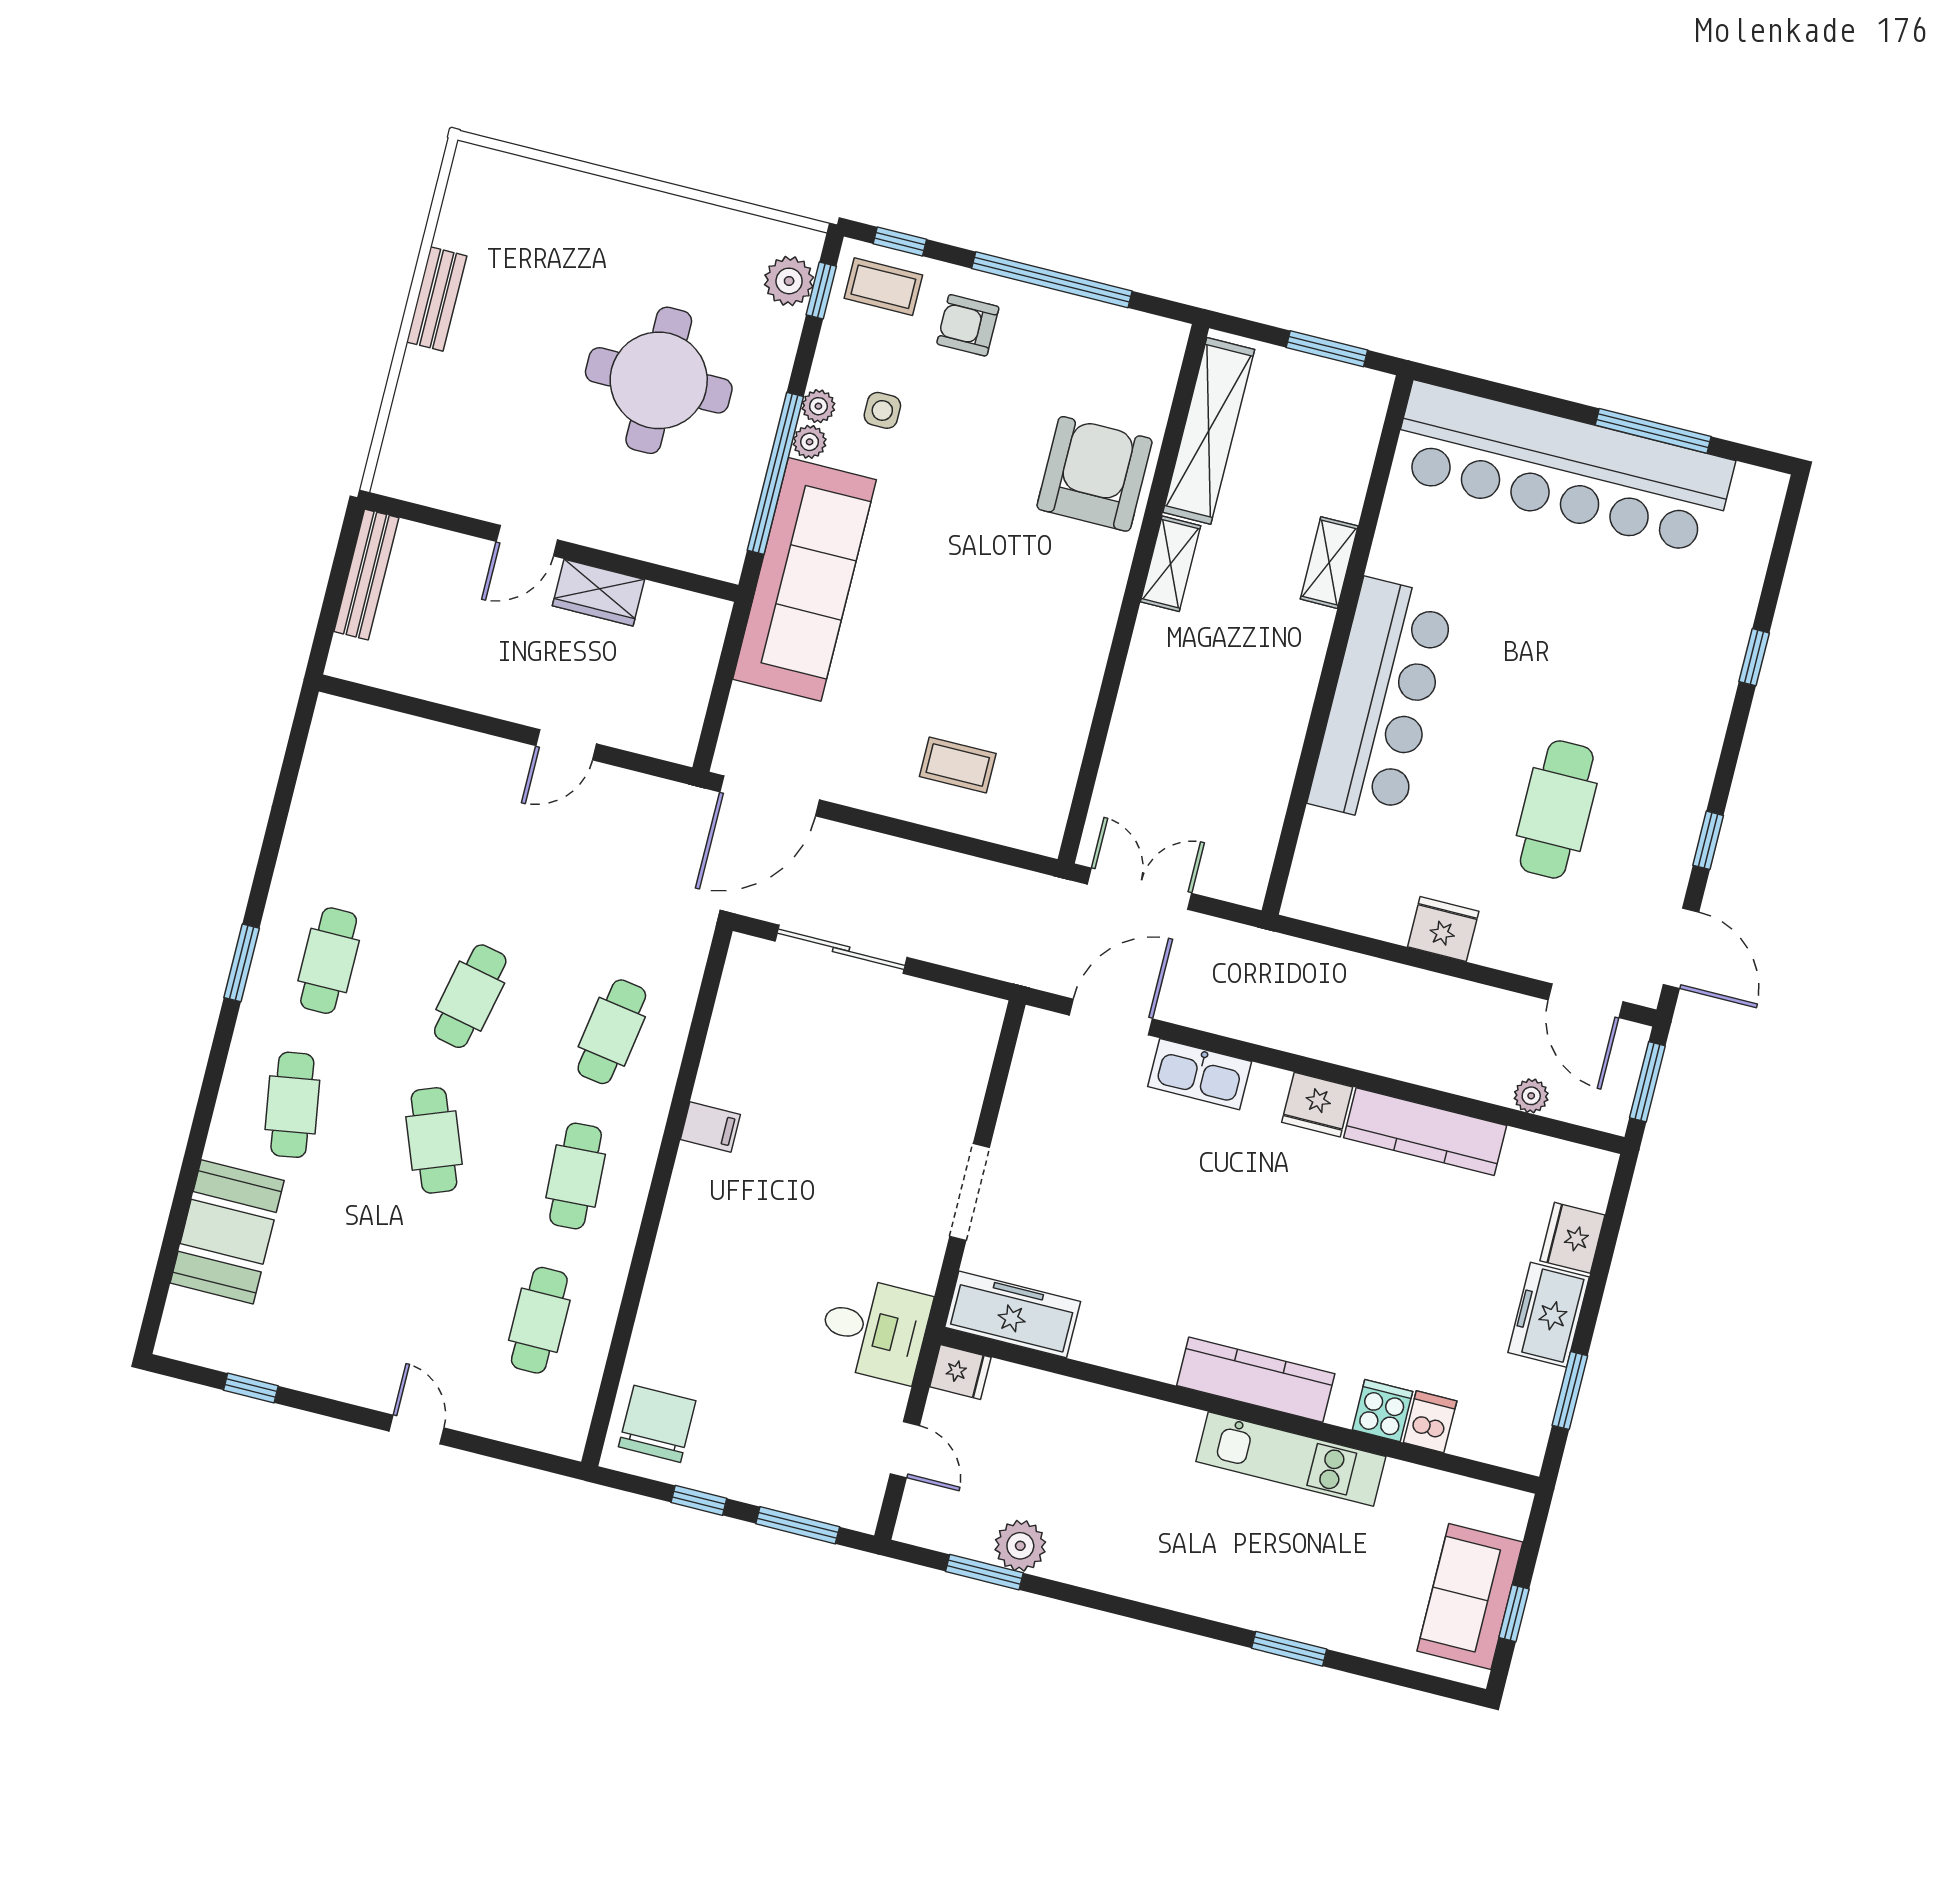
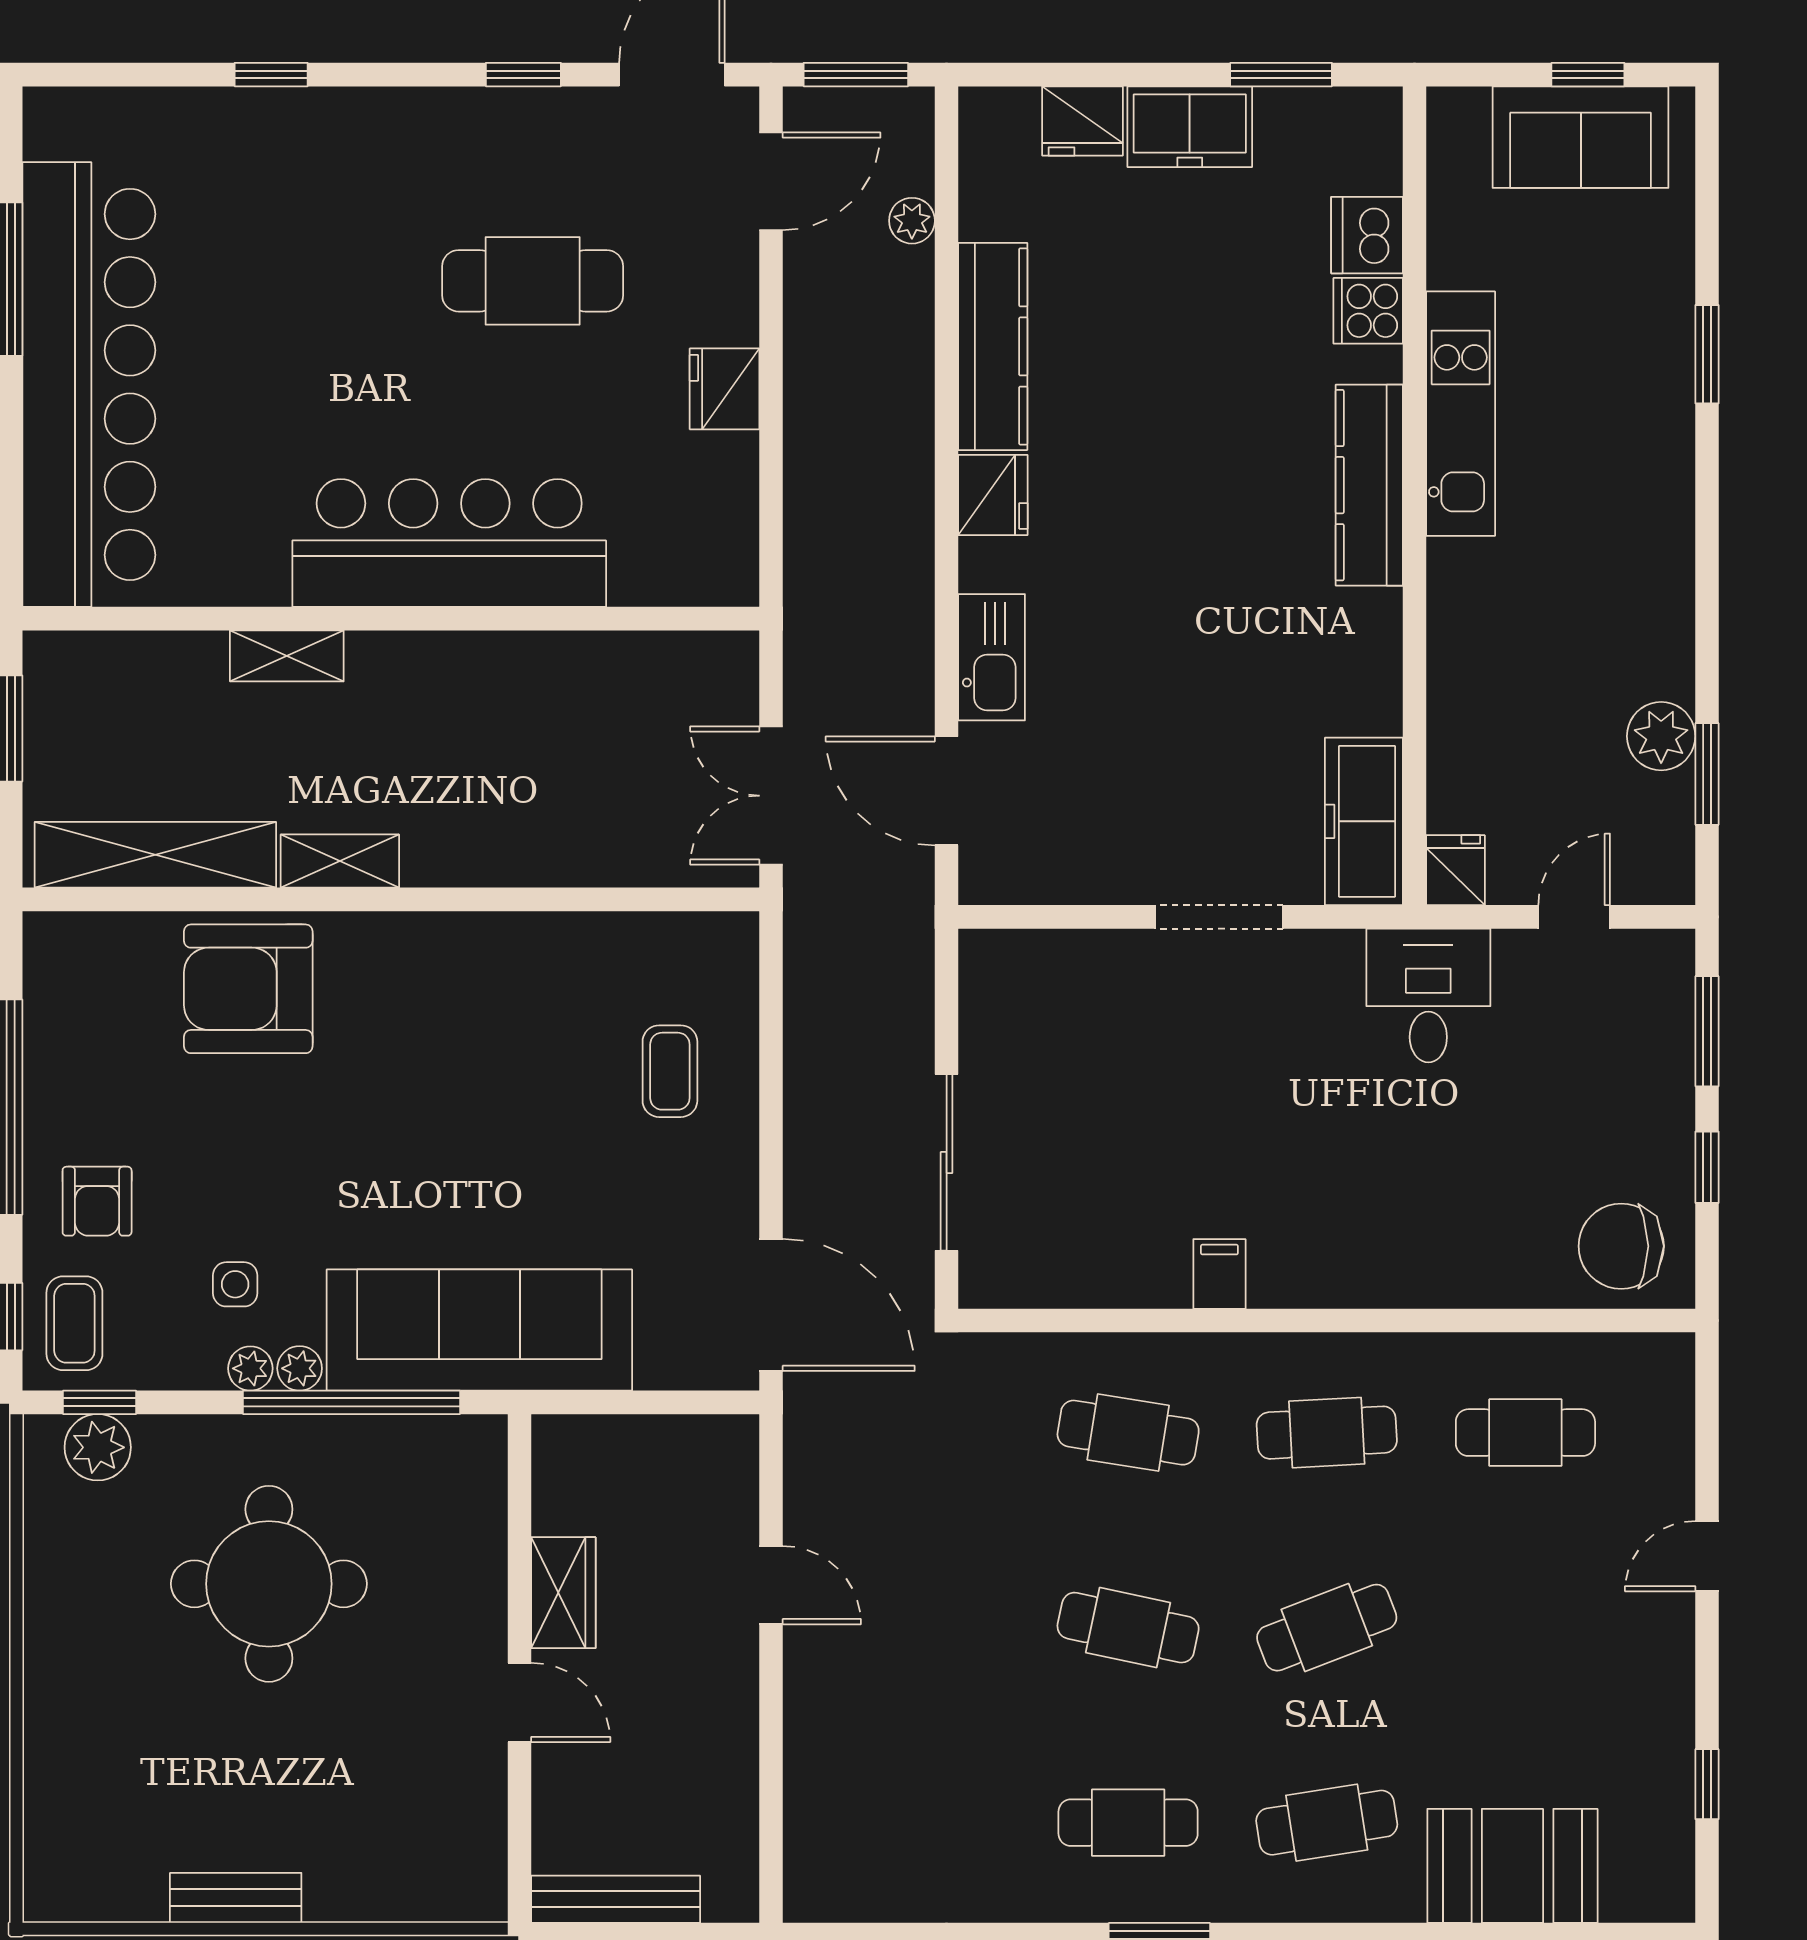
dishwasher: (1430, 1422) -> (1367, 235), width x1.38

